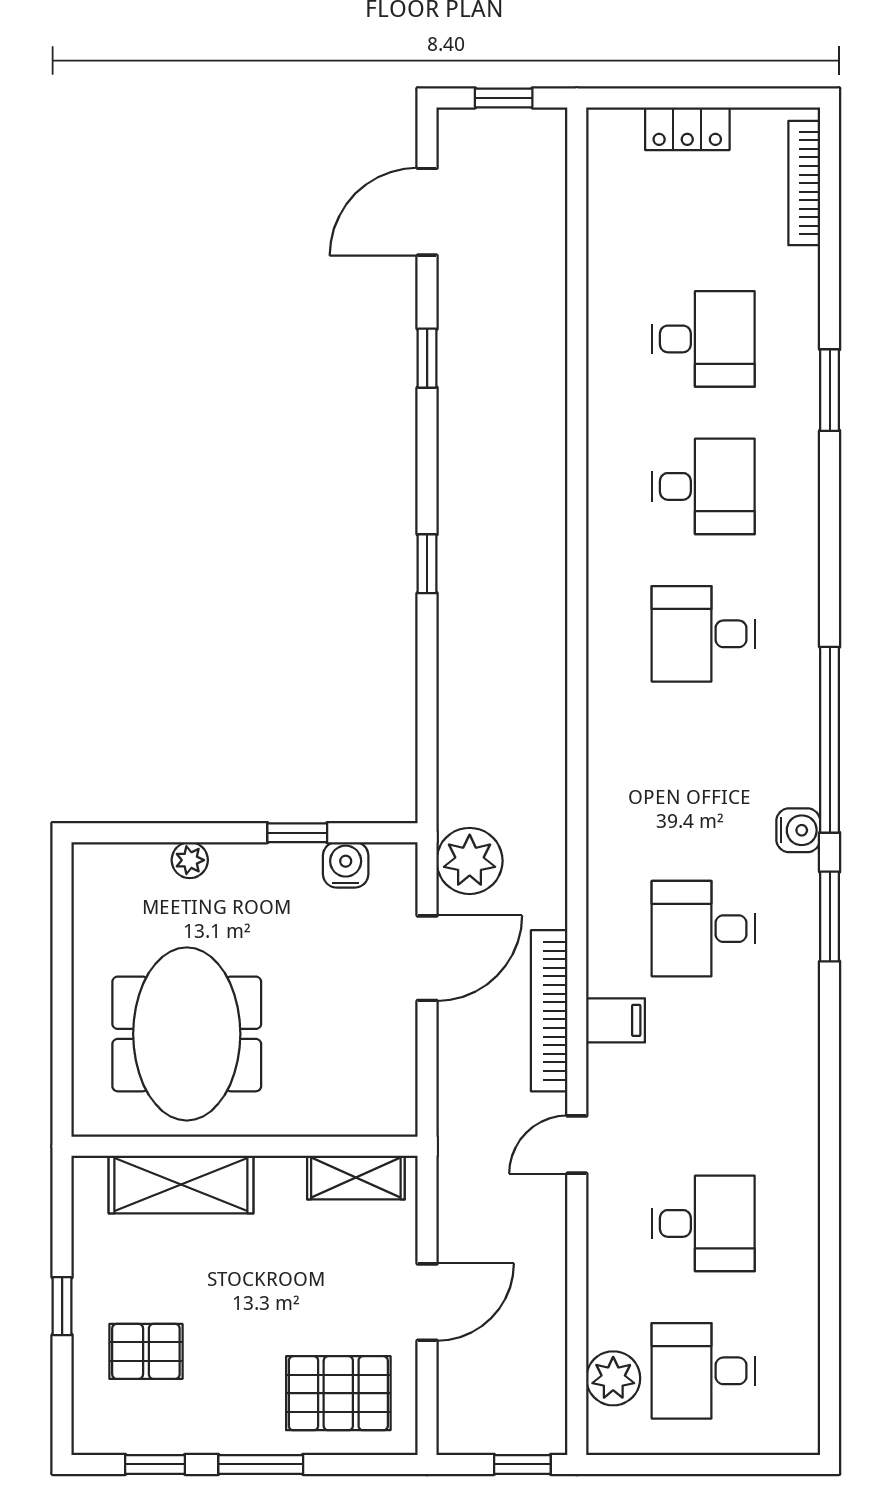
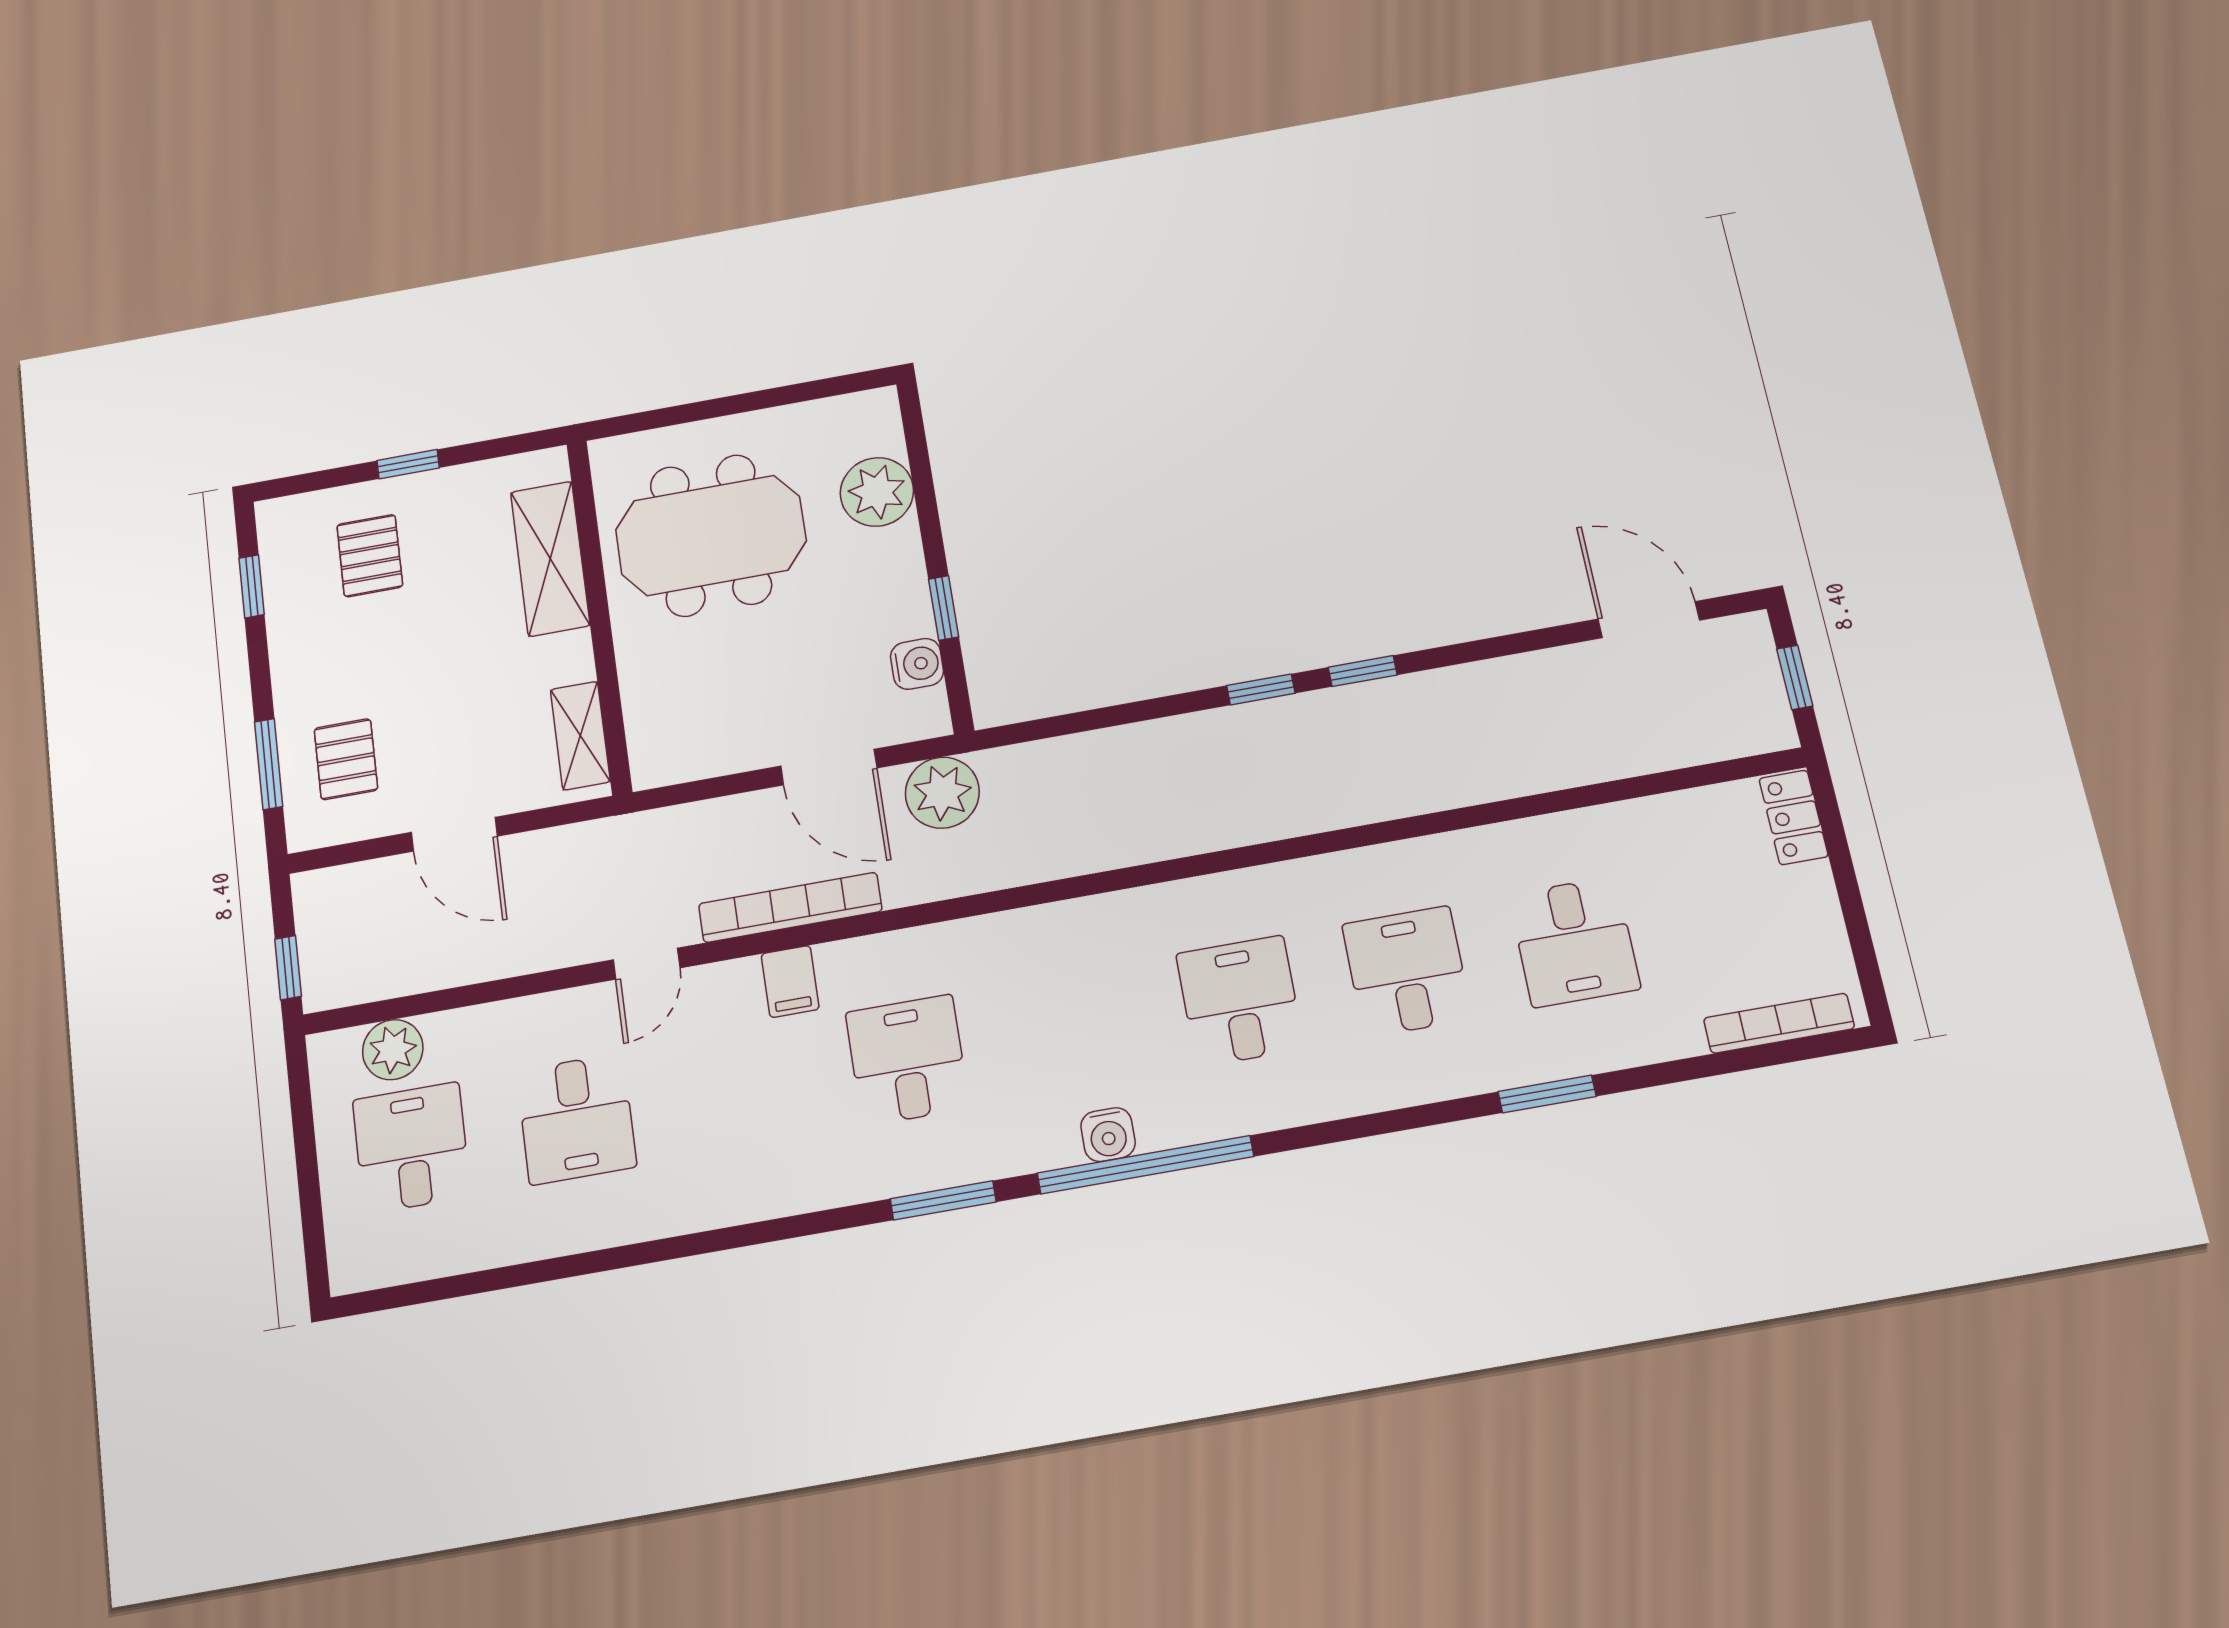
locker: (687, 129) -> (1794, 817), moved
window: (427, 358) -> (1363, 671), moved
desk: (703, 486) -> (1407, 971), turned 180
water cooler: (798, 830) -> (1108, 1135), moved
plant: (190, 860) -> (877, 492), width x1.88, depth x1.88
door: (577, 1145) -> (647, 964), swing flipped
pallet: (338, 1393) -> (346, 759), width x0.67, depth x0.71
window: (261, 1464) -> (269, 764), moved

